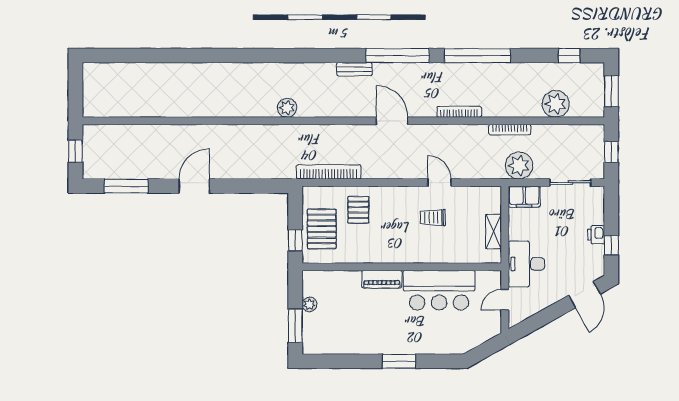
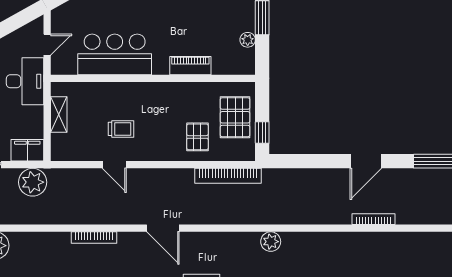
bookcase: (510, 130) -> (374, 219), moved
window: (295, 240) -> (262, 132), moved
piano: (382, 279) -> (190, 66), moved

